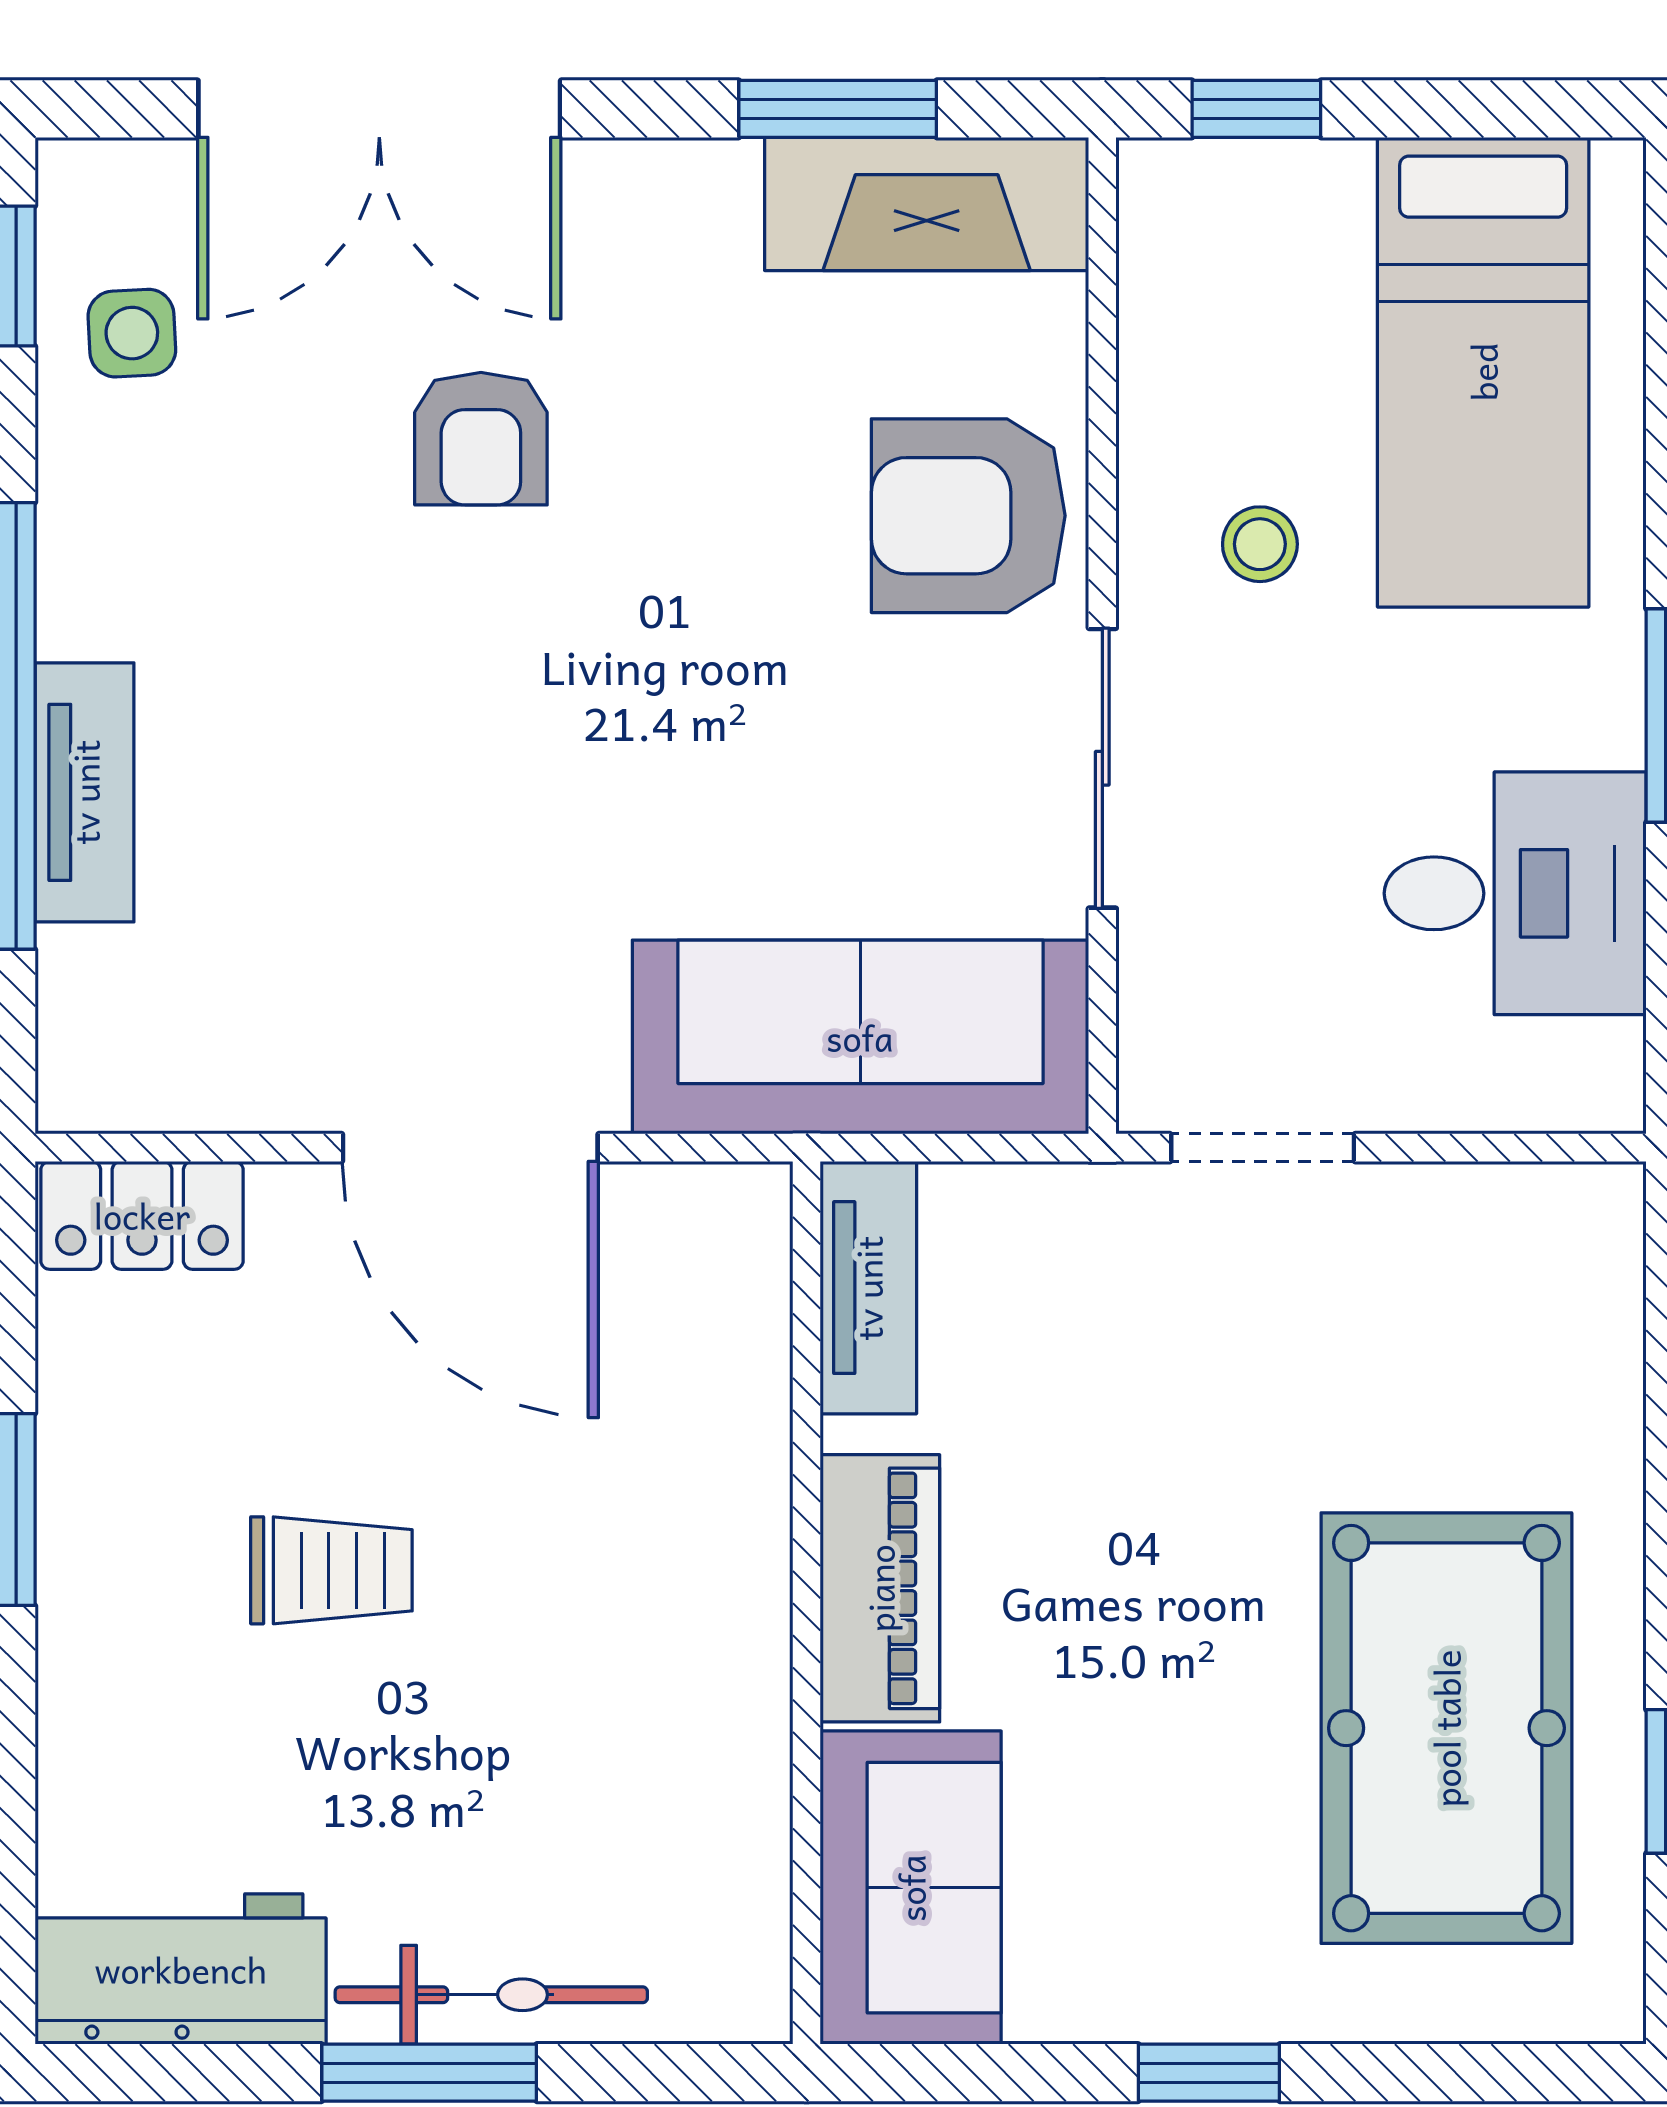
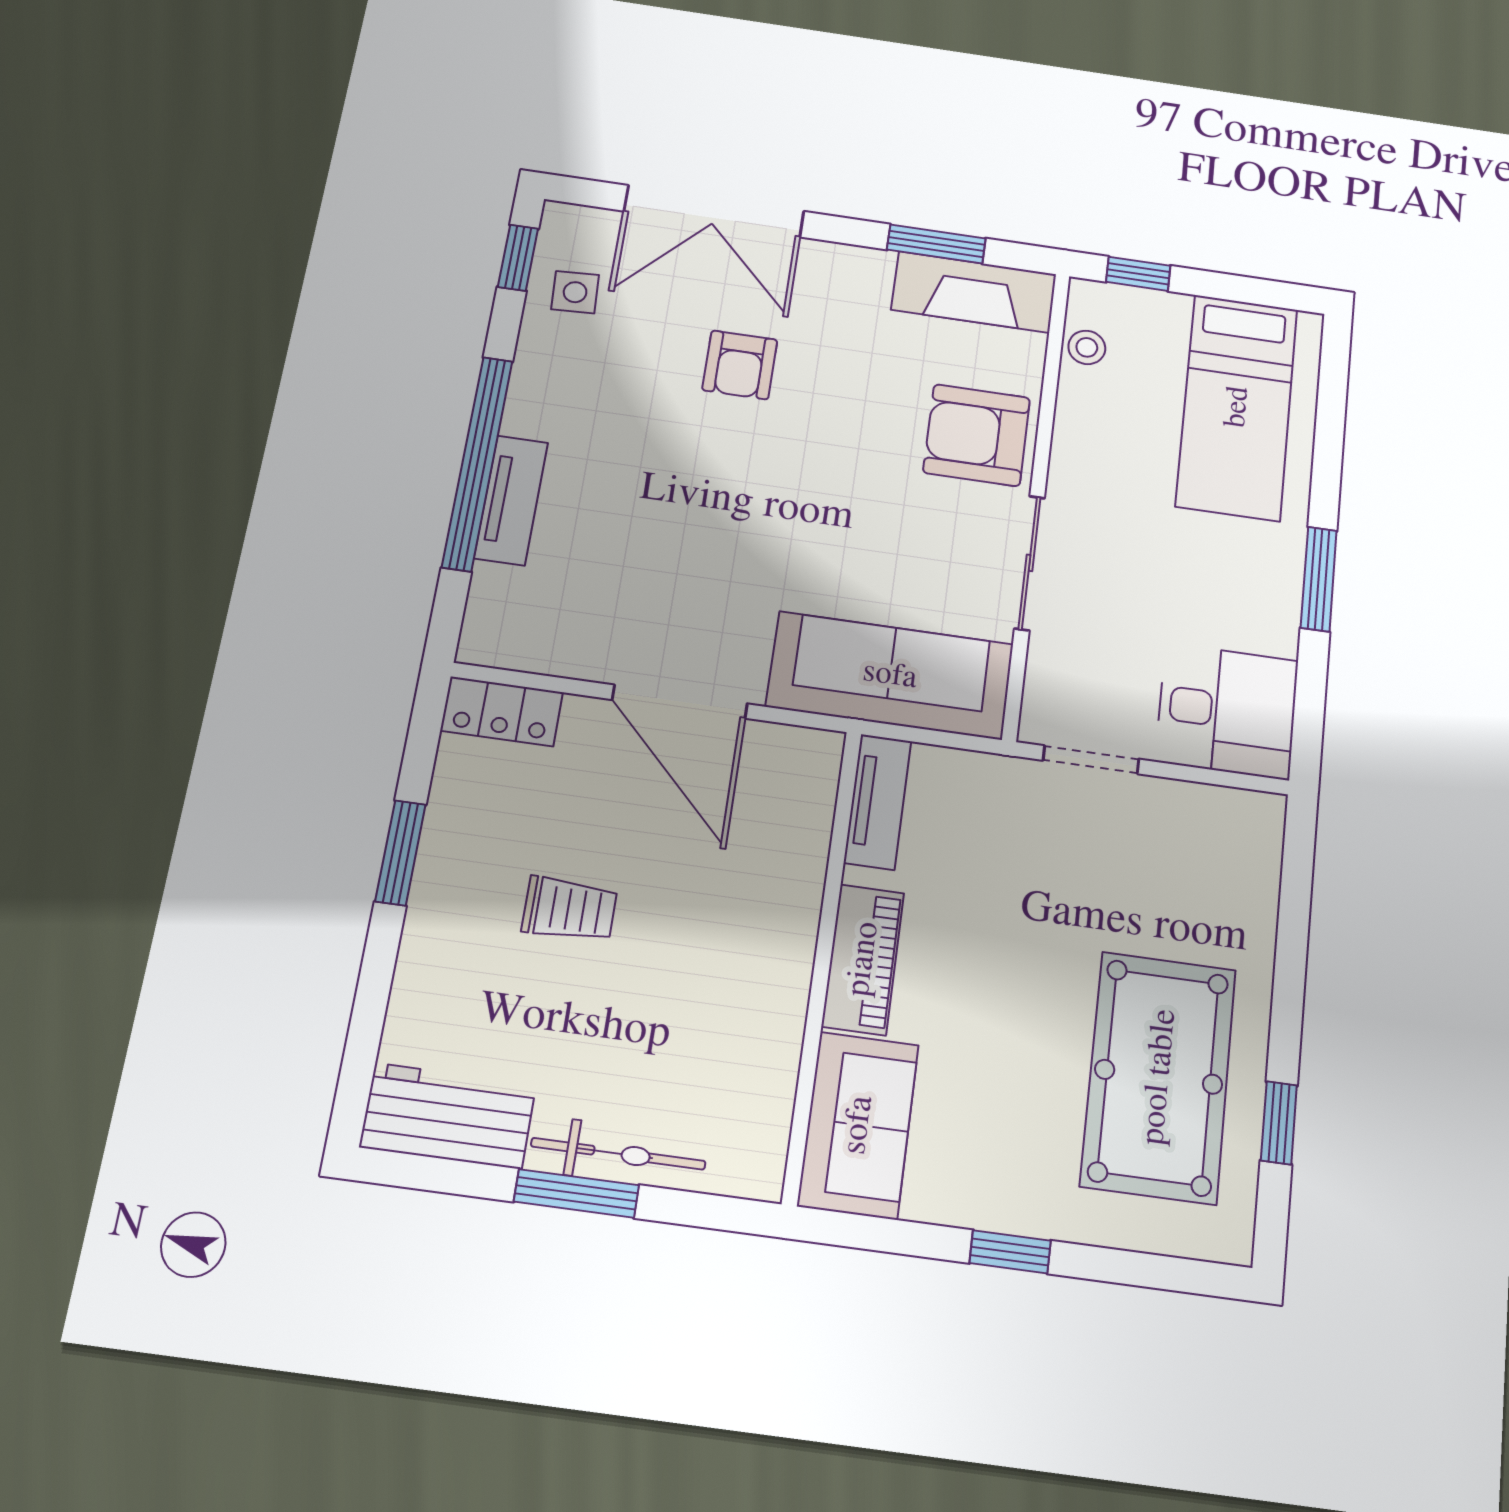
stool: (1260, 544) -> (1087, 347), moved
desk: (1515, 893) -> (1227, 711), moved

